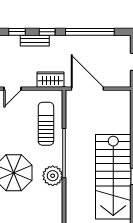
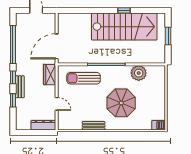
plant: (53, 176) -> (139, 73), moved

